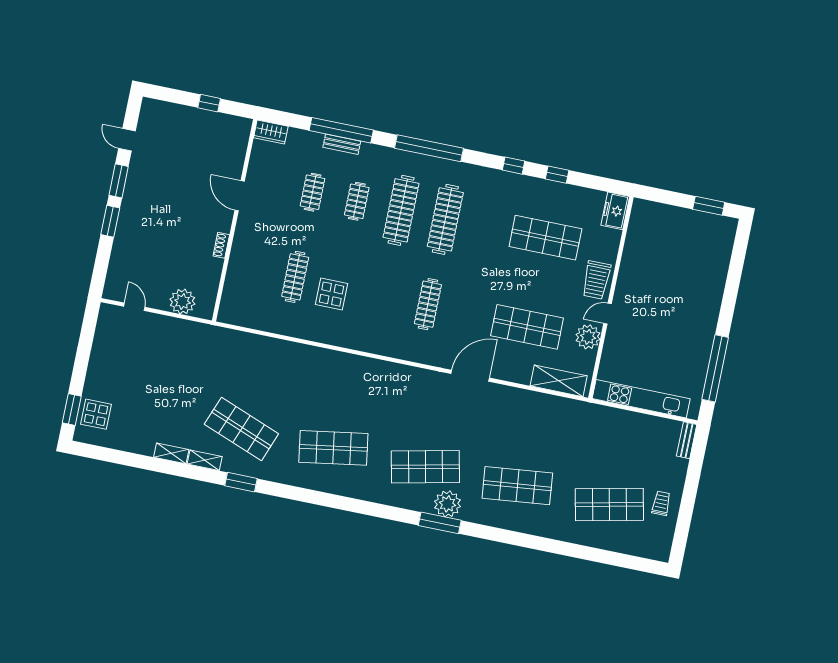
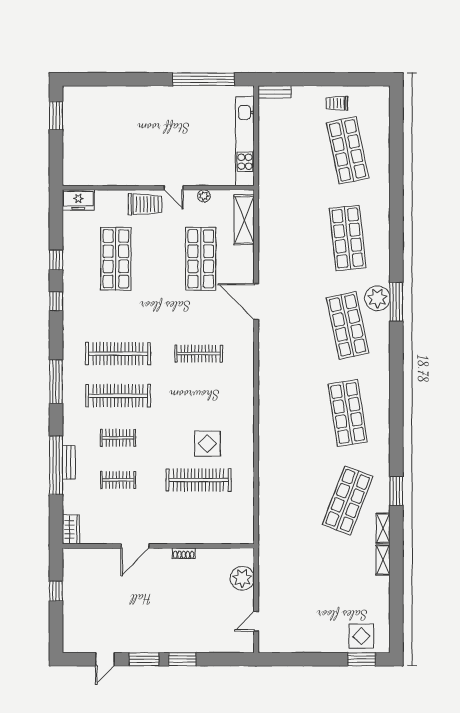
window: (429, 148) -> (56, 382), width x0.68
clothes rail: (295, 277) -> (199, 480), width x1.37, depth x1.31
plant: (588, 337) -> (204, 196), width x0.53, depth x0.53

